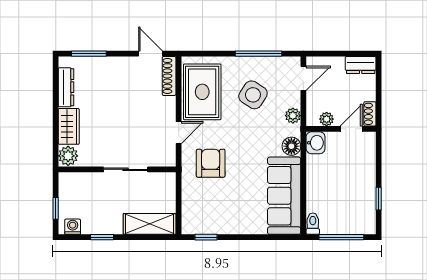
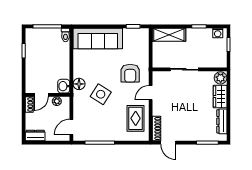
rug: (202, 92) -> (136, 118), width x0.73, depth x0.70
side table: (253, 95) -> (101, 94), moved
plant: (293, 116) -> (78, 103), removed
sofa: (284, 196) -> (98, 38), moved, turned 90

